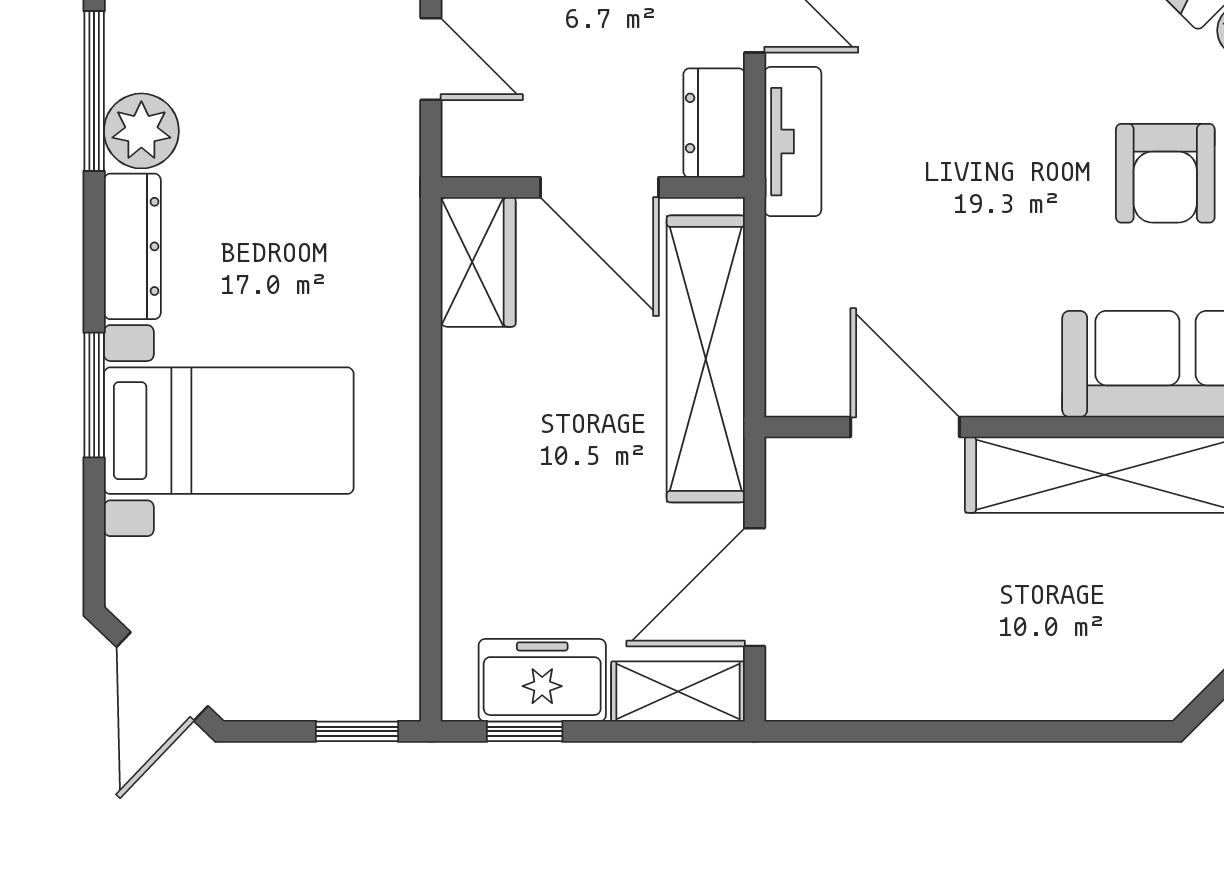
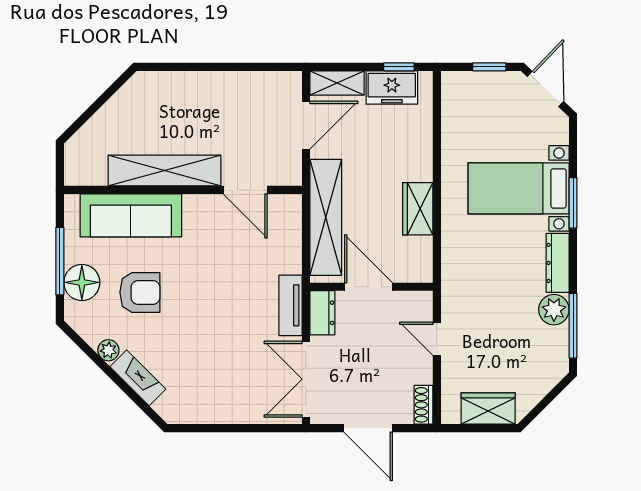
armchair: (1165, 173) -> (140, 292), turned 90
wardrobe: (478, 262) -> (418, 209), moved
window: (357, 731) -> (489, 67), moved

